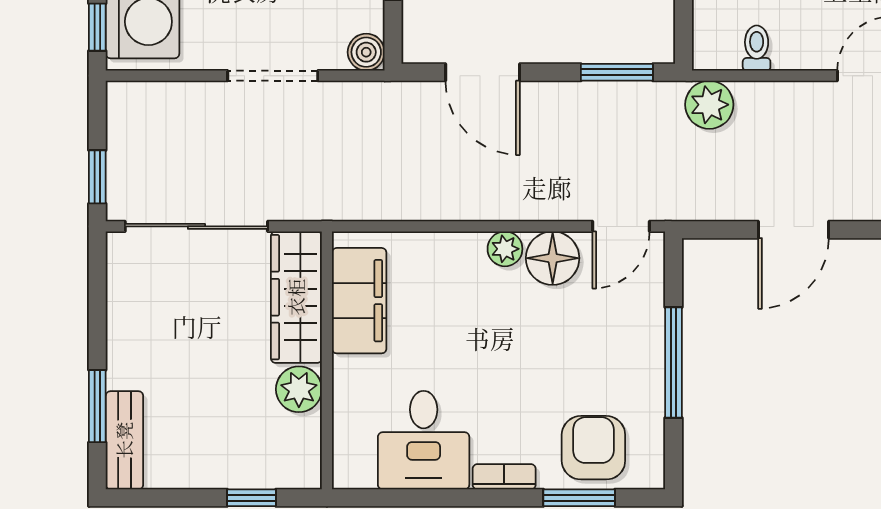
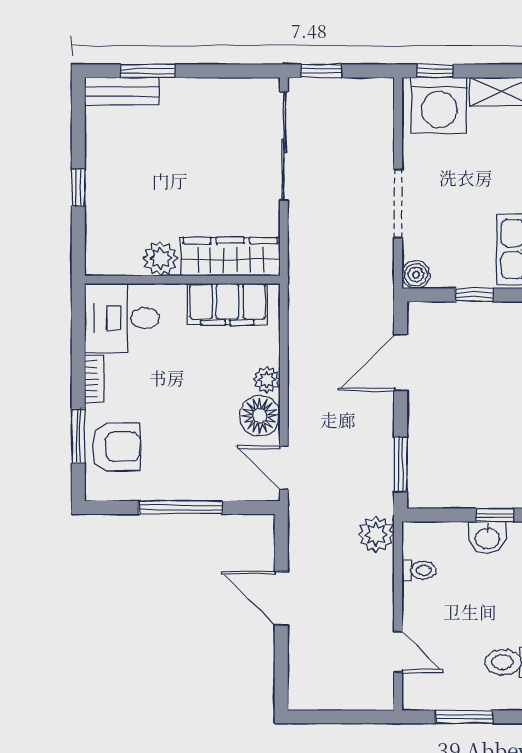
wardrobe: (296, 297) -> (230, 257), moved
filing cabinet: (359, 301) -> (228, 304), moved
wall: (327, 360) -> (182, 280), moved
plant: (299, 389) -> (160, 258), moved

